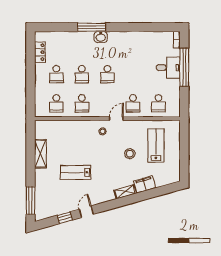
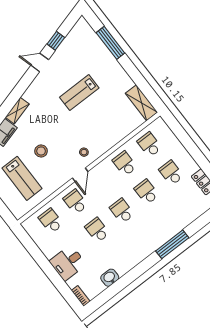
washbasin: (101, 37) -> (110, 278), moved
window: (184, 67) -> (53, 275), removed
school desk: (133, 74) -> (97, 230), added
shelving: (40, 154) -> (141, 103), moved
lab bench: (76, 172) -> (79, 93), turned 180
window: (31, 200) -> (110, 43), moved
door: (86, 212) -> (40, 63), swing flipped

